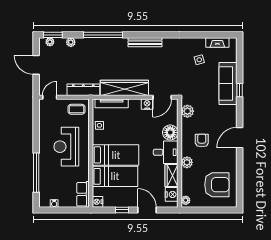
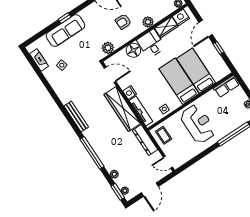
nightstand: (147, 104) -> (130, 93), moved
reception desk: (66, 147) -> (198, 124), turned -90
nightstand: (97, 202) -> (225, 71), removed

